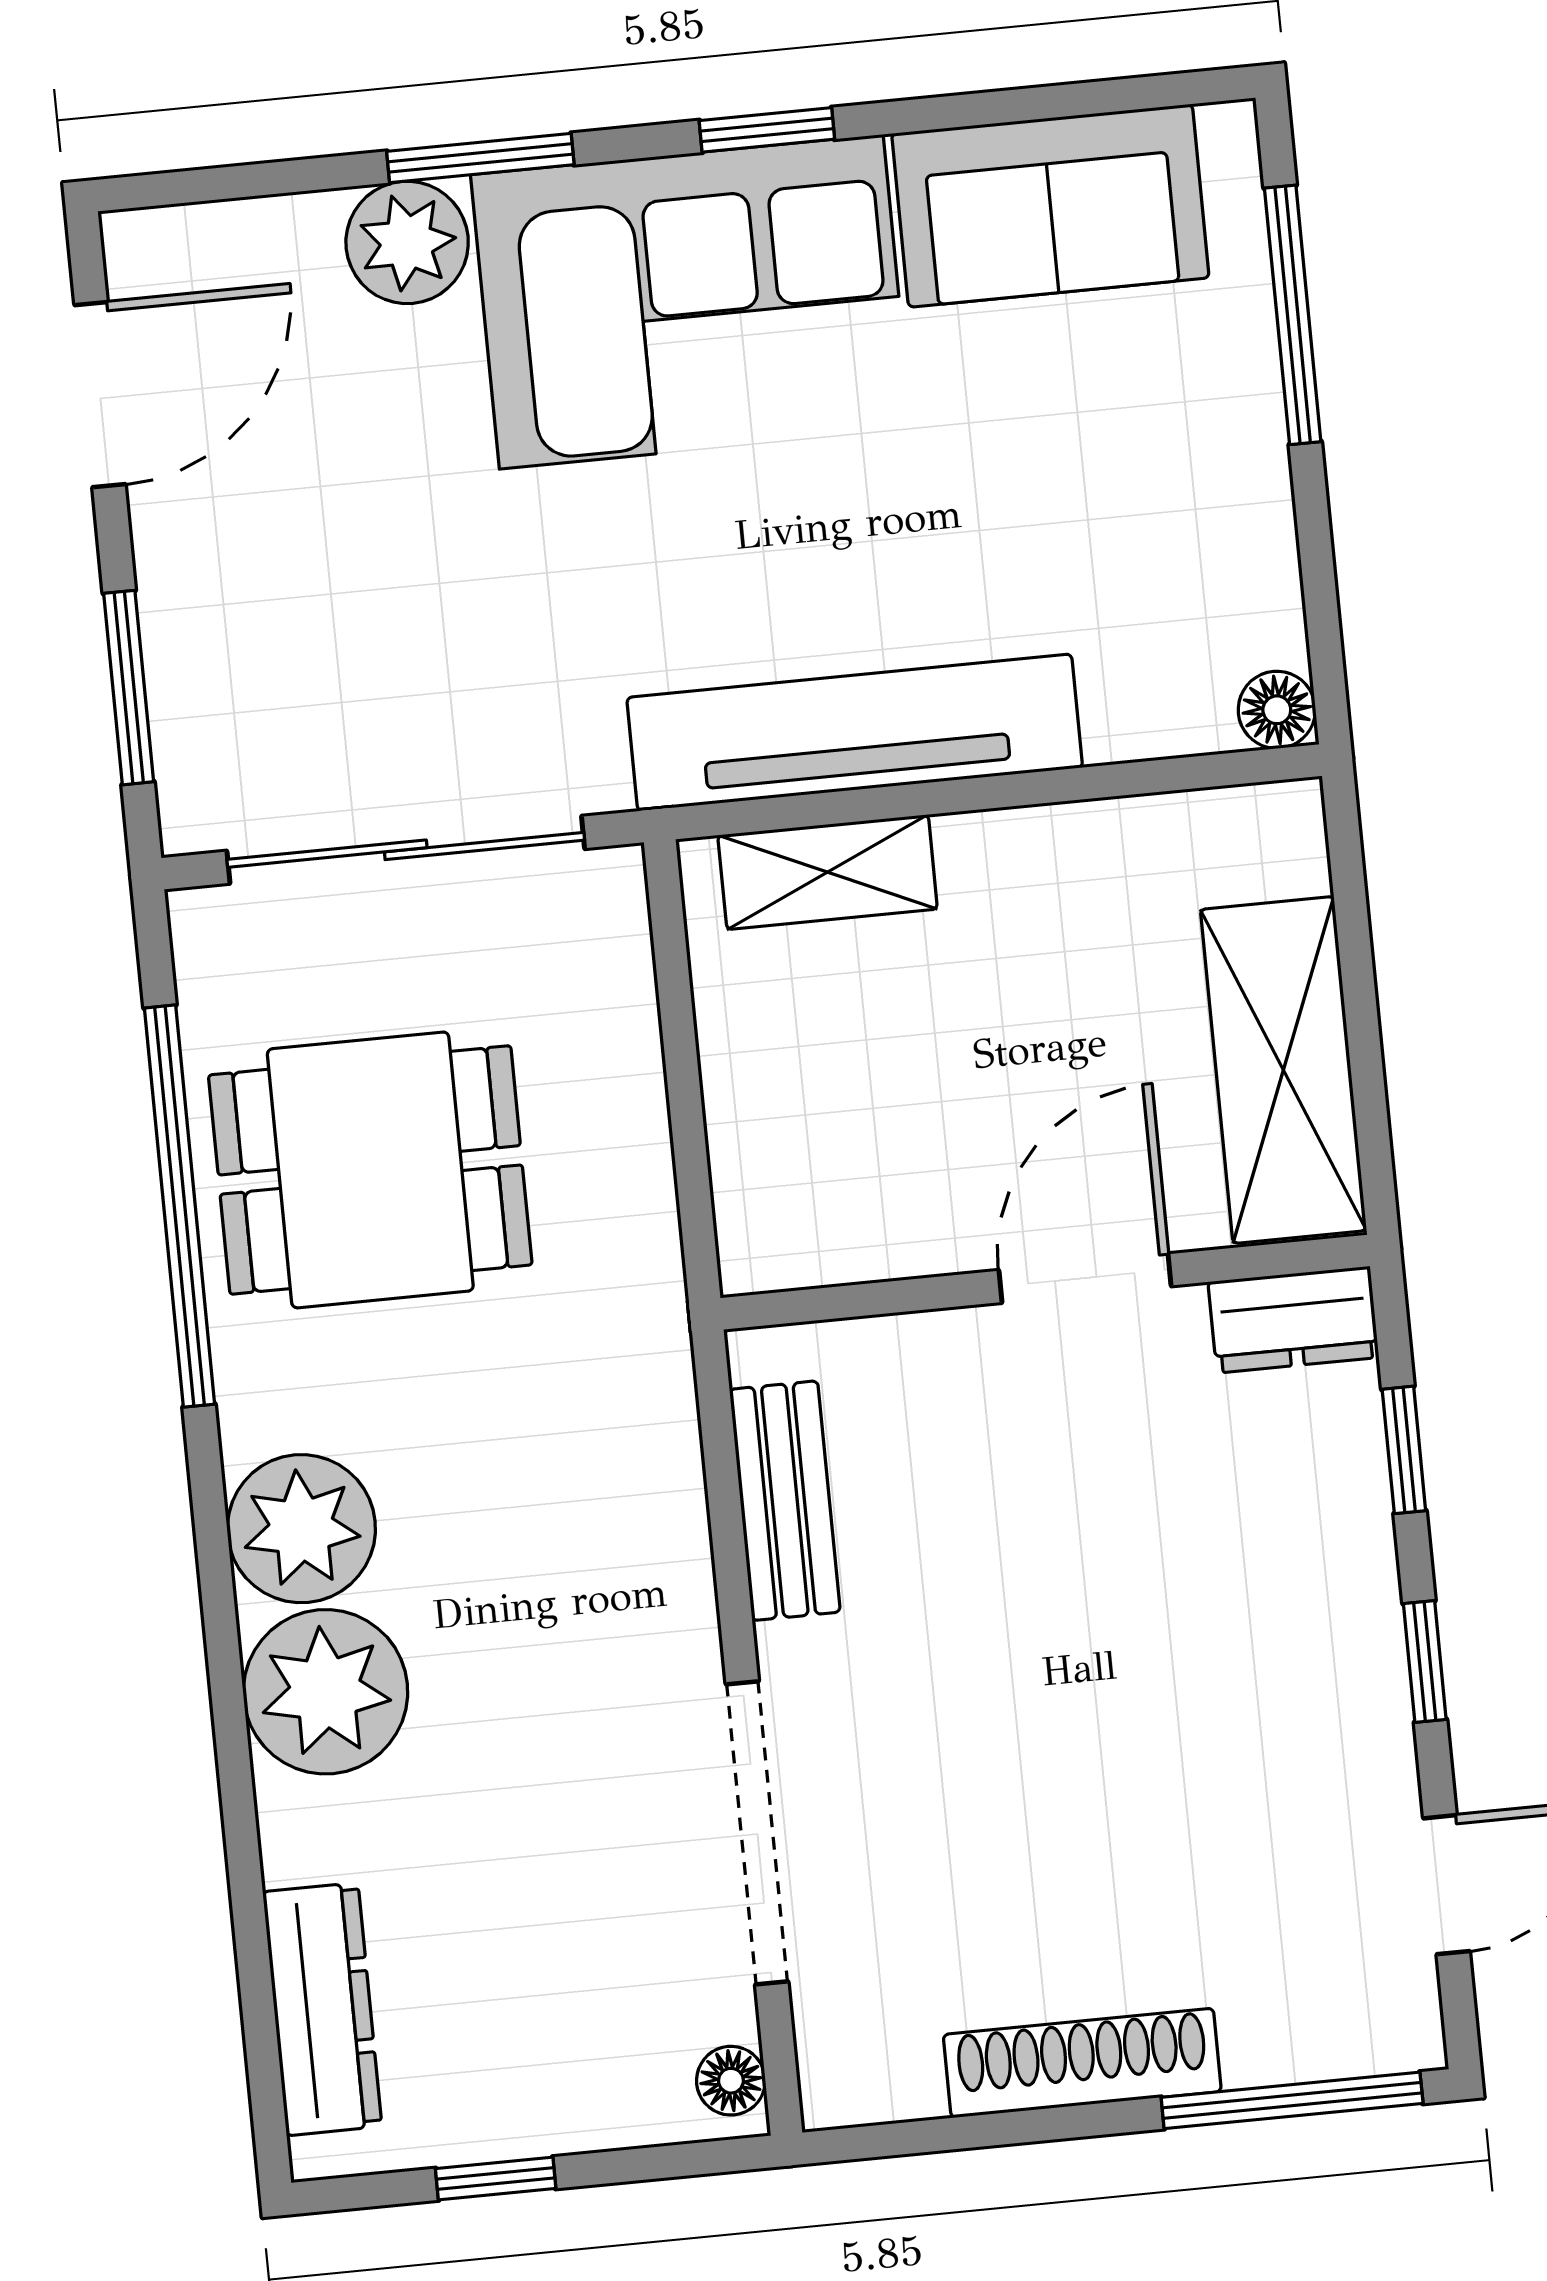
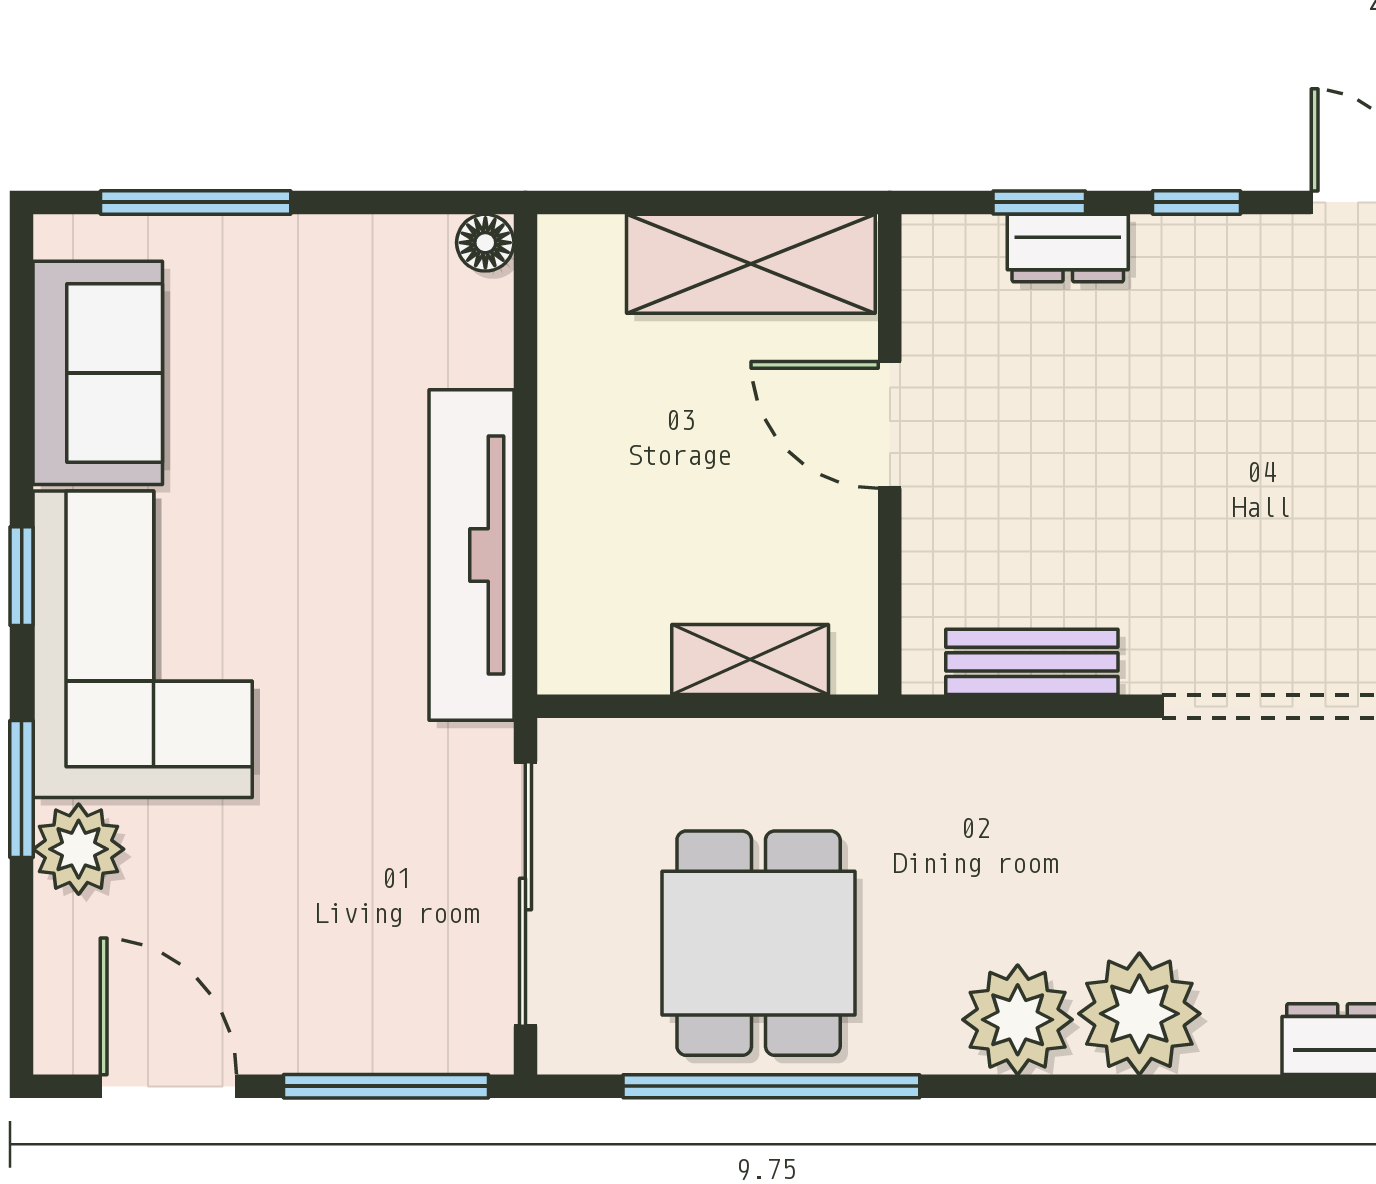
window: (129, 688) -> (386, 1086), width x1.44
shelving: (828, 872) -> (750, 660), moved, turned 90
dresser: (1293, 1320) -> (1068, 248), moved, turned 90

